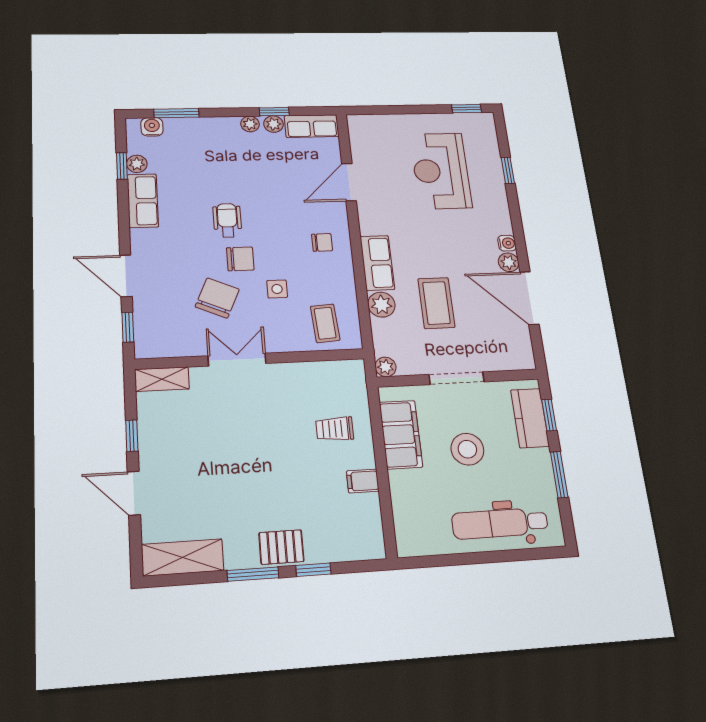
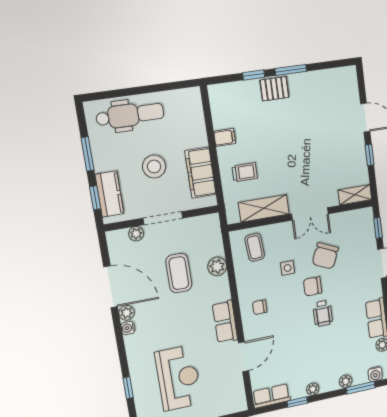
plant: (274, 124) -> (346, 381), moved
row of seats: (377, 263) -> (225, 322), moved
plant: (386, 367) -> (136, 234), moved
shelving: (183, 557) -> (264, 208), moved

